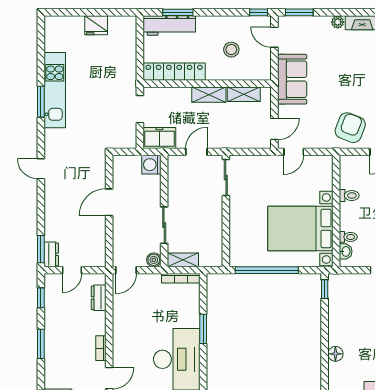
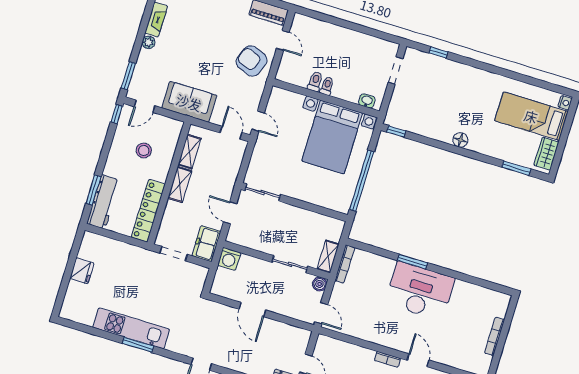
toilet: (348, 237) -> (327, 86), moved
dresser: (99, 298) -> (339, 347), removed
window: (203, 329) -> (413, 262), moved

